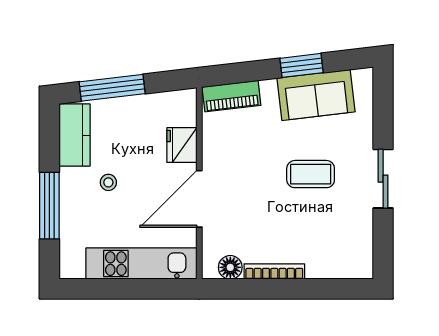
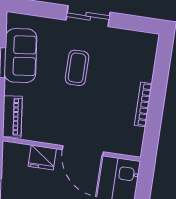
floor lamp: (230, 267) -> (136, 136), removed

